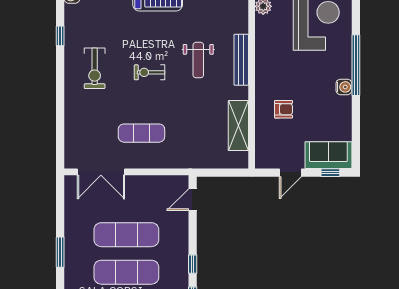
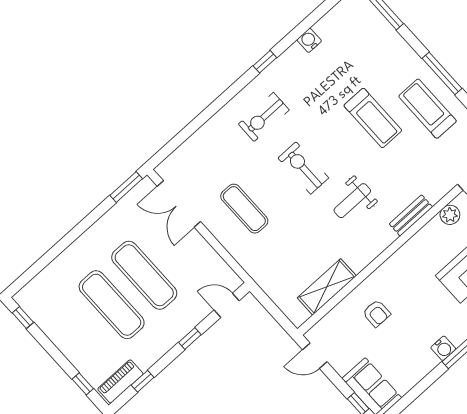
bench: (241, 60) -> (411, 215), moved, width x0.73
exercise bike: (150, 72) -> (303, 168), width x1.38, depth x1.39
door: (290, 173) -> (315, 356), moved
window: (60, 252) -> (126, 187), moved
window: (193, 264) -> (190, 339), moved

